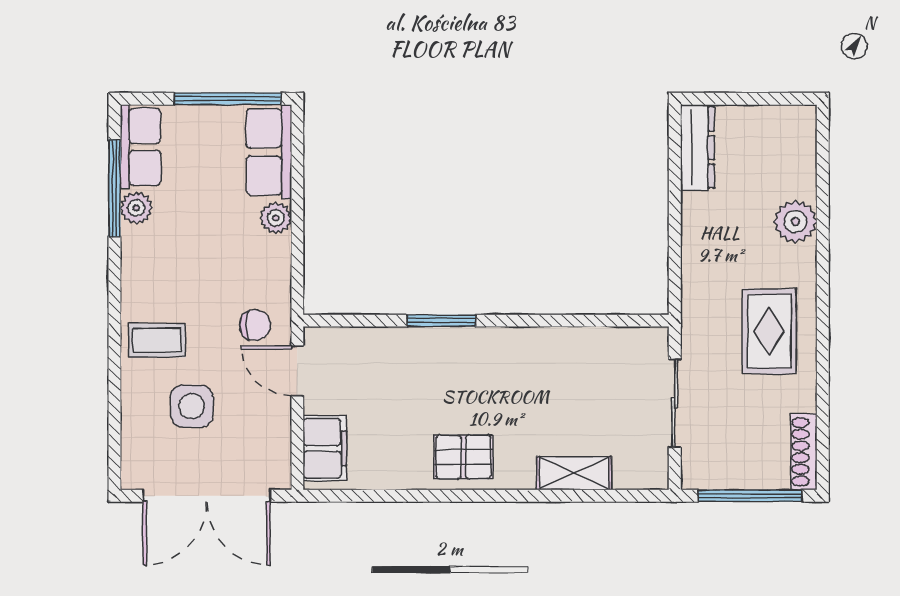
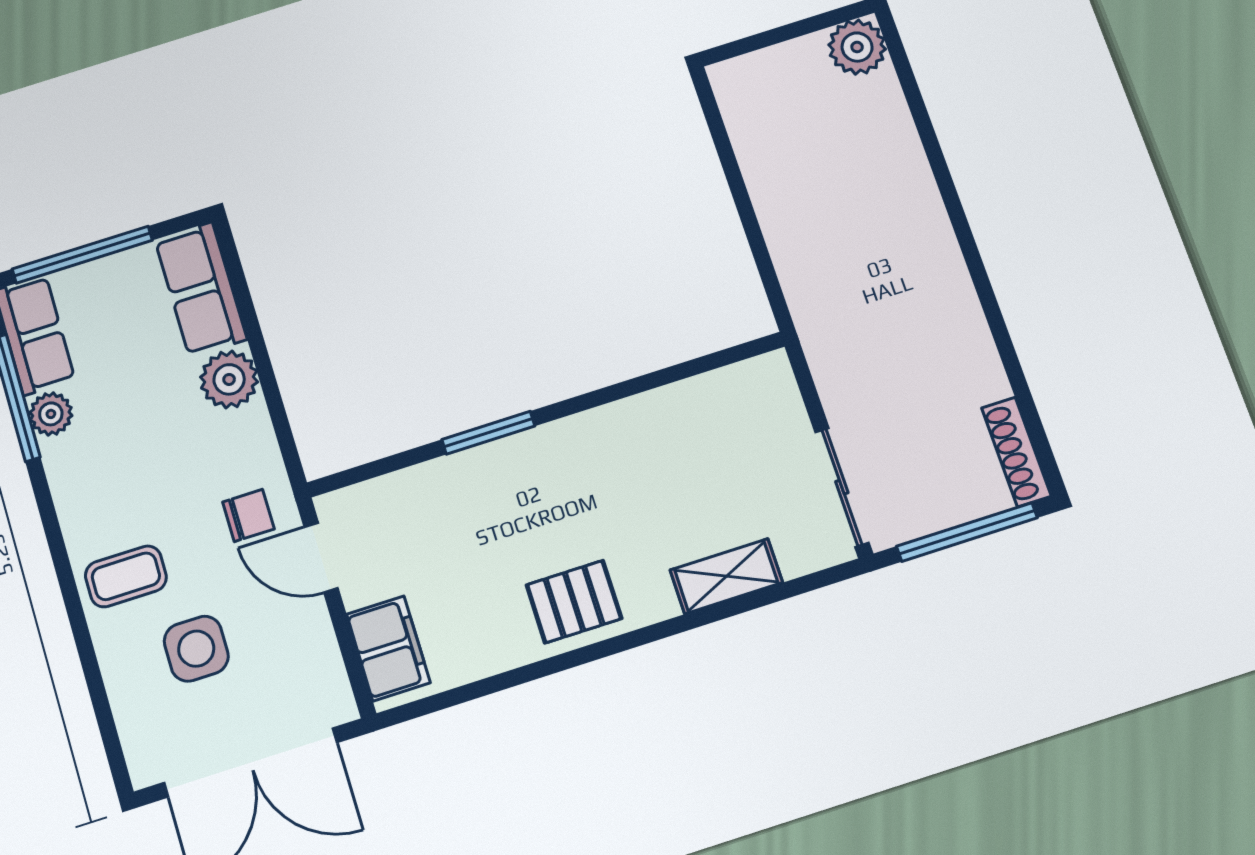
window: (228, 99) -> (82, 255), moved
dresser: (697, 148) -> (743, 112), removed
plant: (276, 218) -> (229, 379), width x1.38, depth x1.38
plant: (795, 222) -> (857, 47), moved
rug: (769, 331) -> (916, 312), removed
sliding door: (675, 403) -> (842, 487), moved

